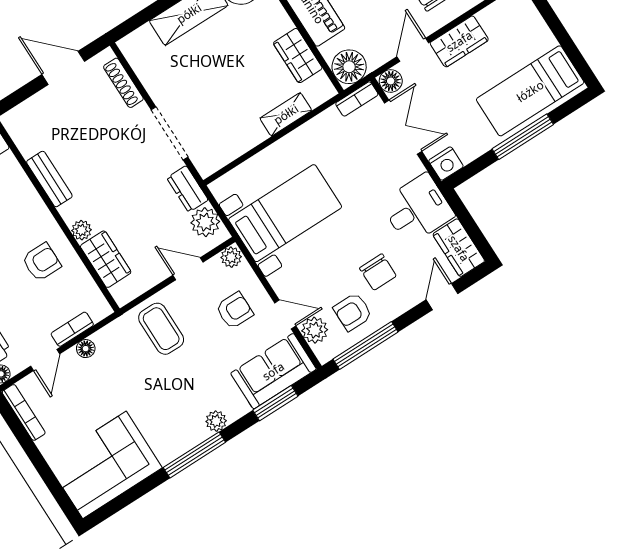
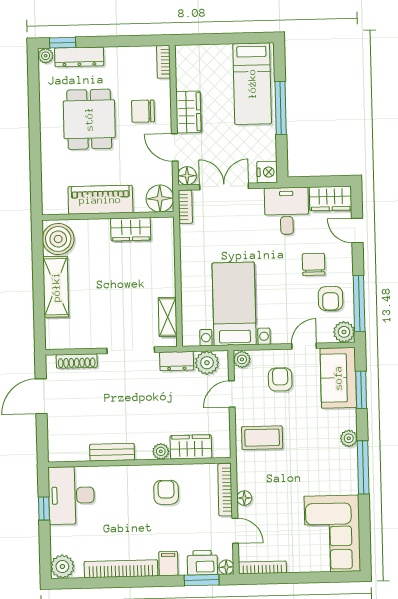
shelving: (286, 114) -> (168, 317), moved
chair: (378, 272) -> (314, 264), turned -90
bookcase: (72, 329) -> (225, 490), width x1.56
plant: (315, 330) -> (344, 332), moved

